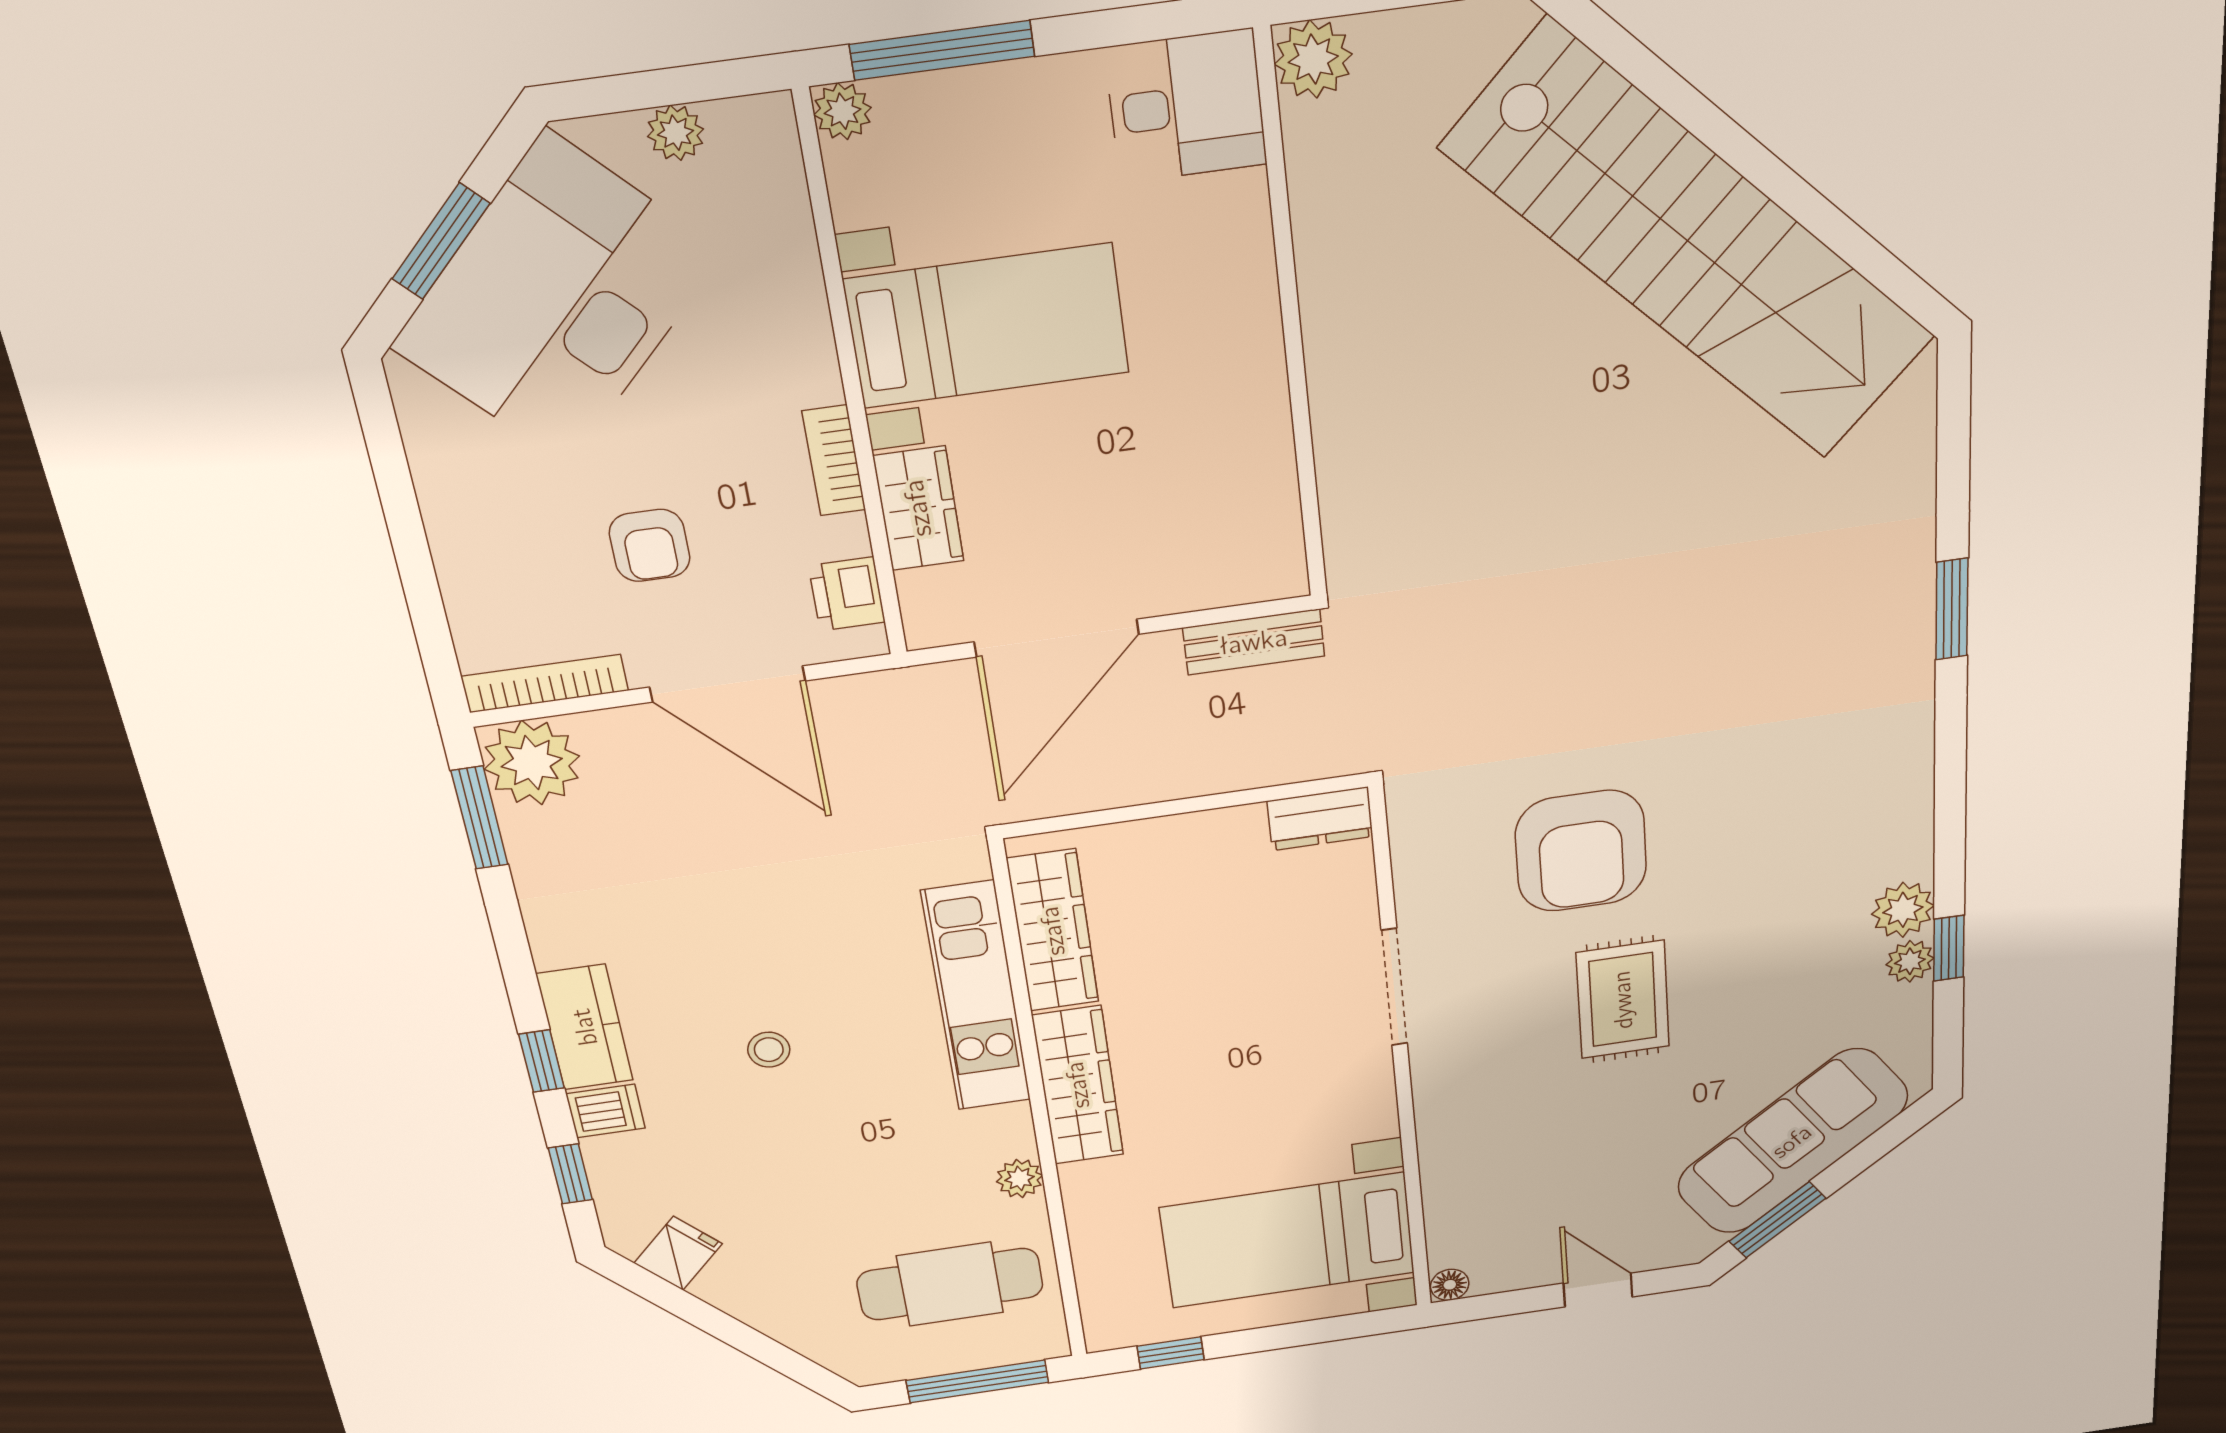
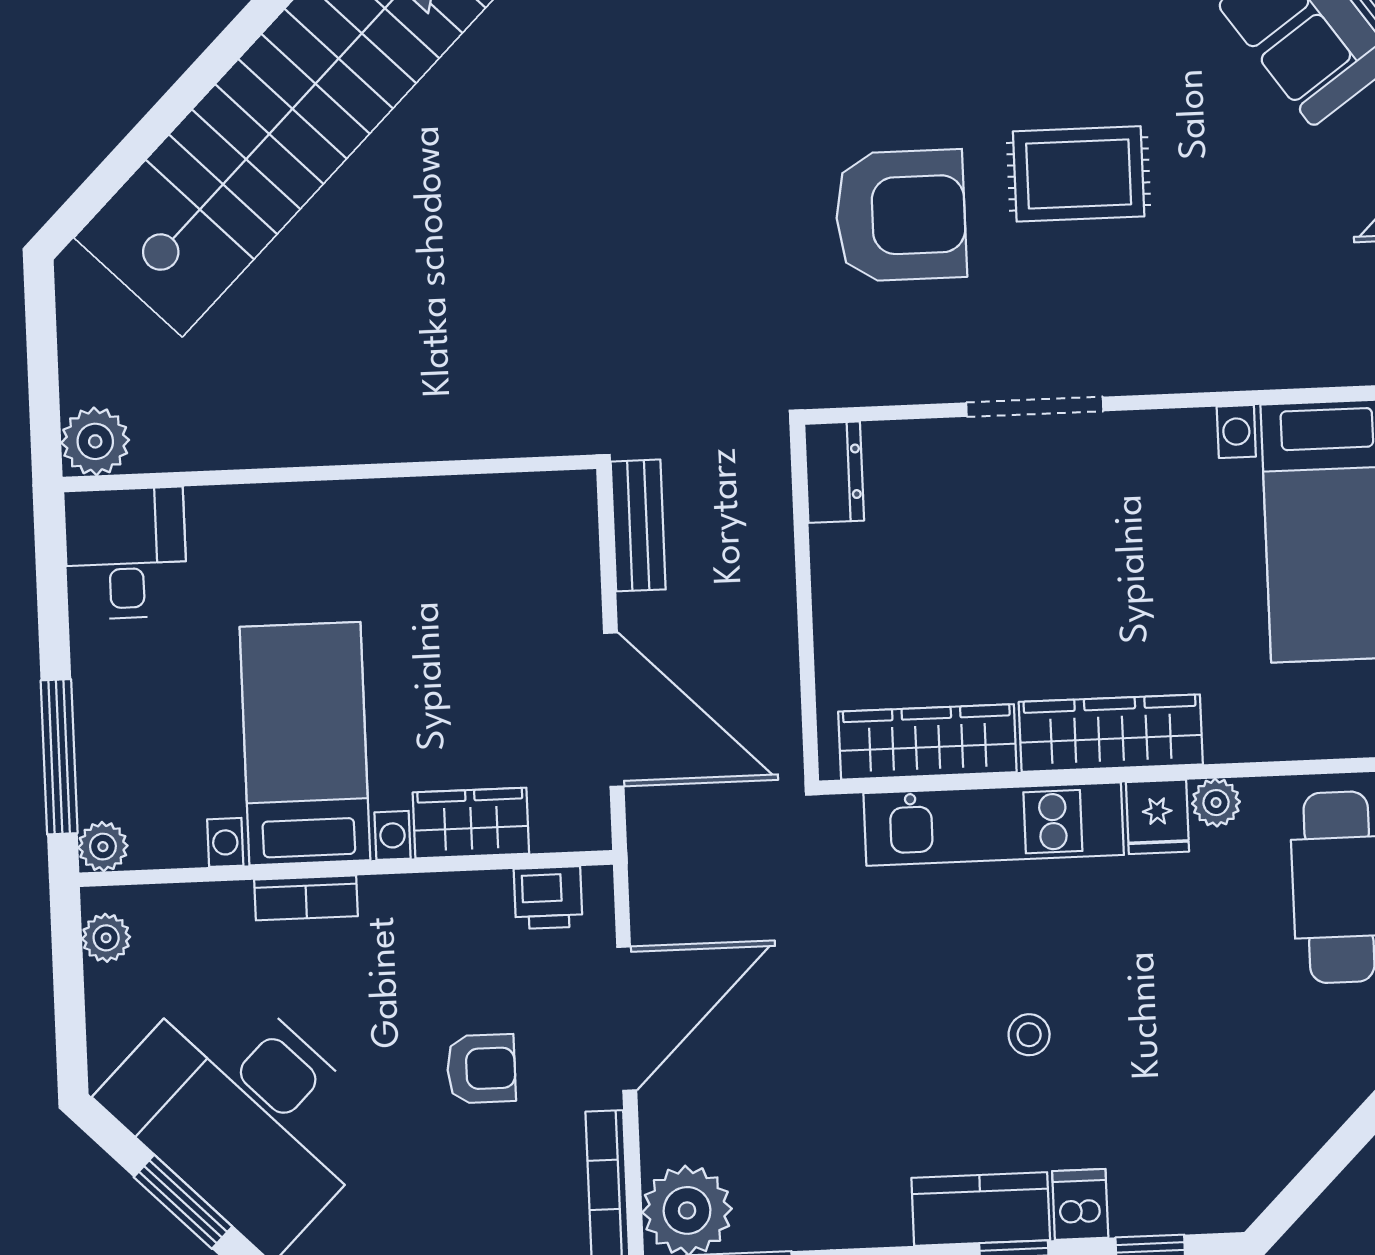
plant: (676, 133) -> (106, 938), moved
bookcase: (834, 460) -> (306, 898), moved
fridge: (678, 1253) -> (1157, 817), moved, turned -135

